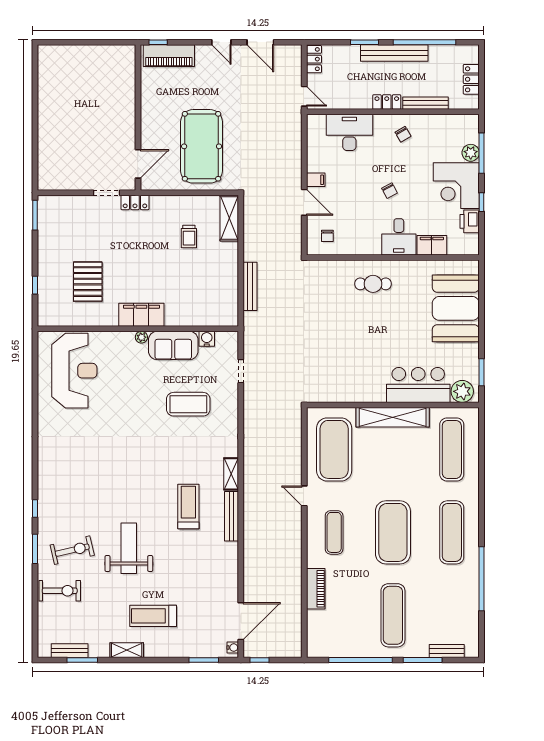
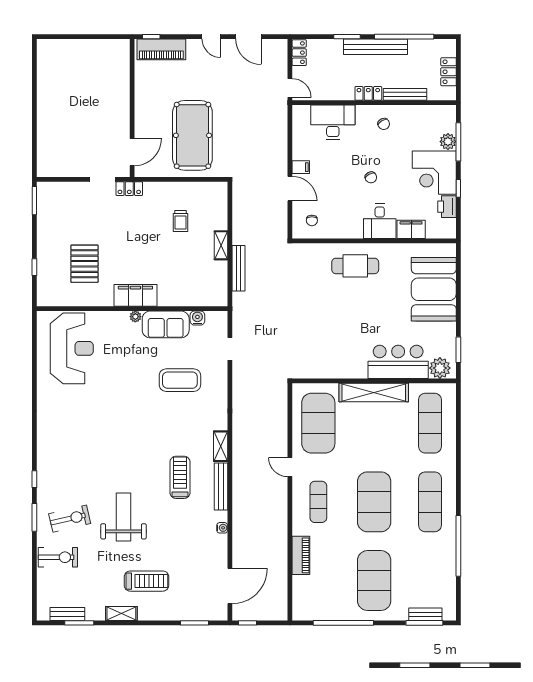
shelving: (229, 218) -> (221, 245), moved, width x0.67, depth x0.75
cafe table: (373, 284) -> (355, 266), width x1.37, depth x1.35
exercise mat: (393, 615) -> (374, 581), width x1.47
treadmill: (153, 616) -> (146, 581), turned 180
water cooler: (233, 648) -> (222, 528), moved
window: (423, 660) -> (424, 623), moved

